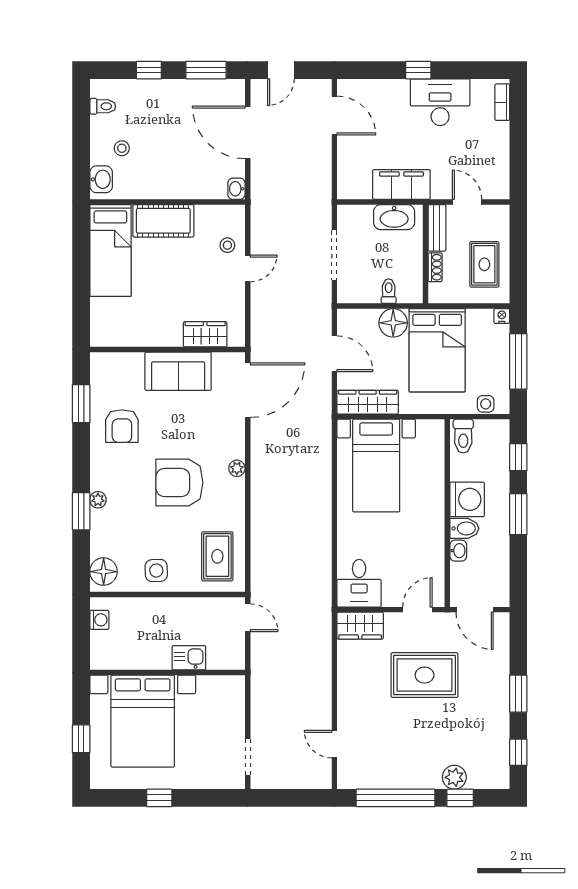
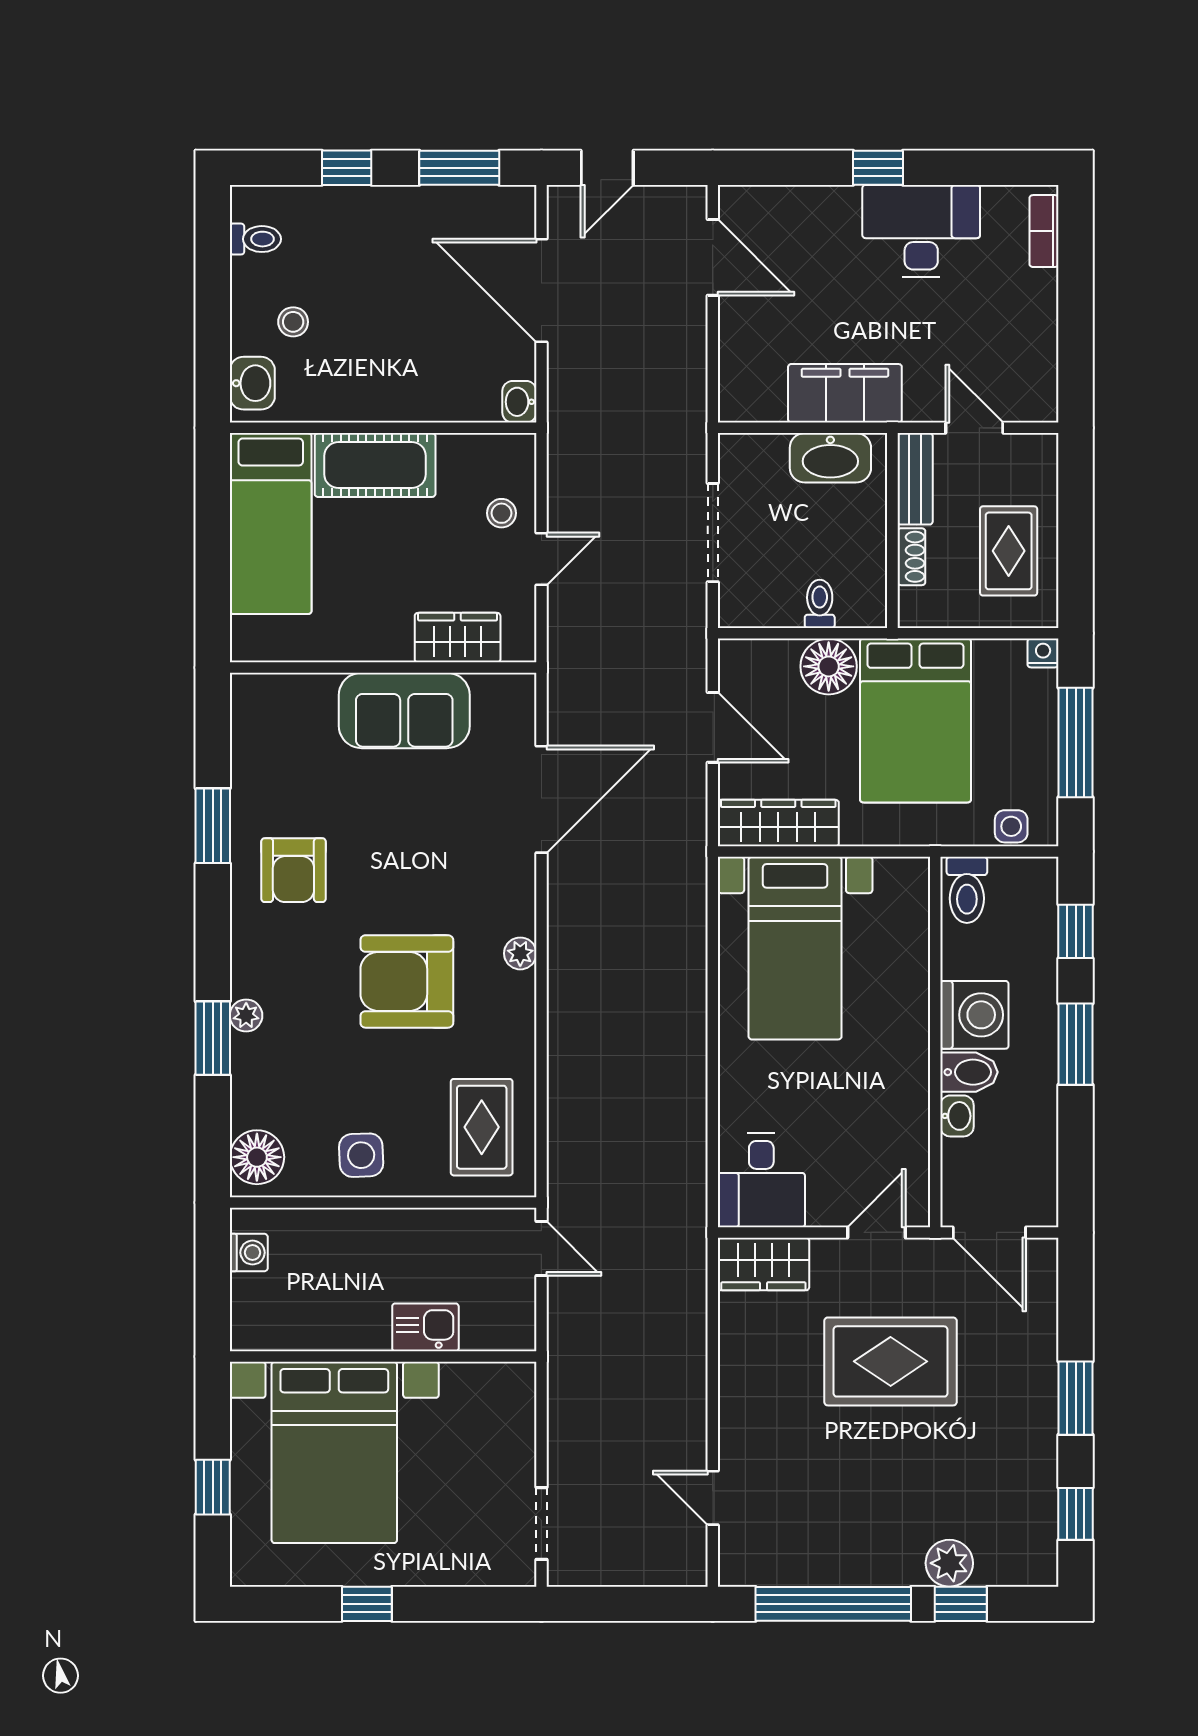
wardrobe: (205, 334) -> (458, 638), moved
wall: (167, 349) -> (383, 668), moved
sofa: (178, 371) -> (404, 710), moved

